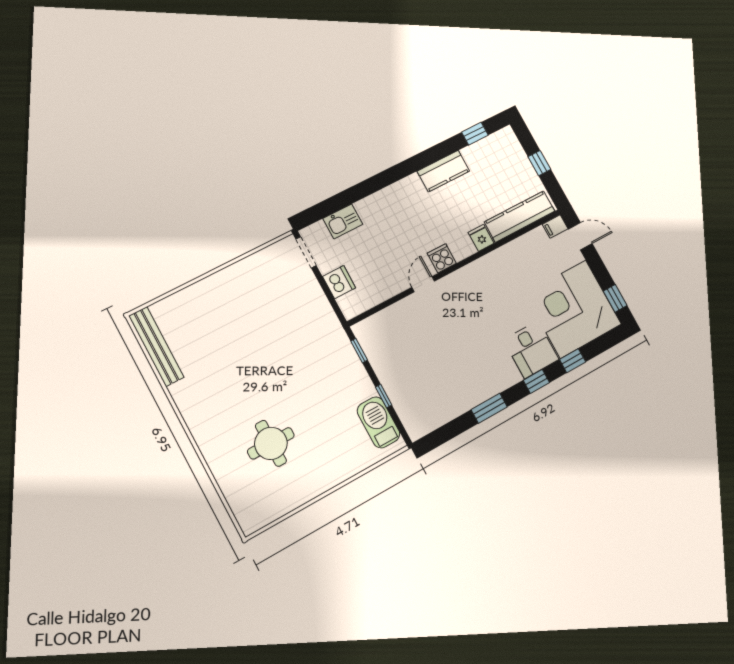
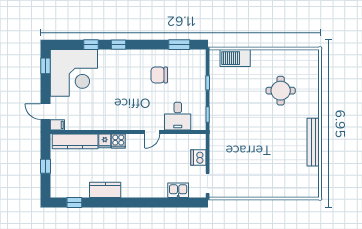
cooker: (442, 258) -> (118, 141), moved
bench: (156, 347) -> (313, 142), moved
desk: (531, 350) -> (178, 116), moved, turned 180
chair: (458, 370) -> (159, 75), added
window: (489, 408) -> (179, 45), moved
barbecue: (379, 422) -> (235, 58), moved, turned 90

